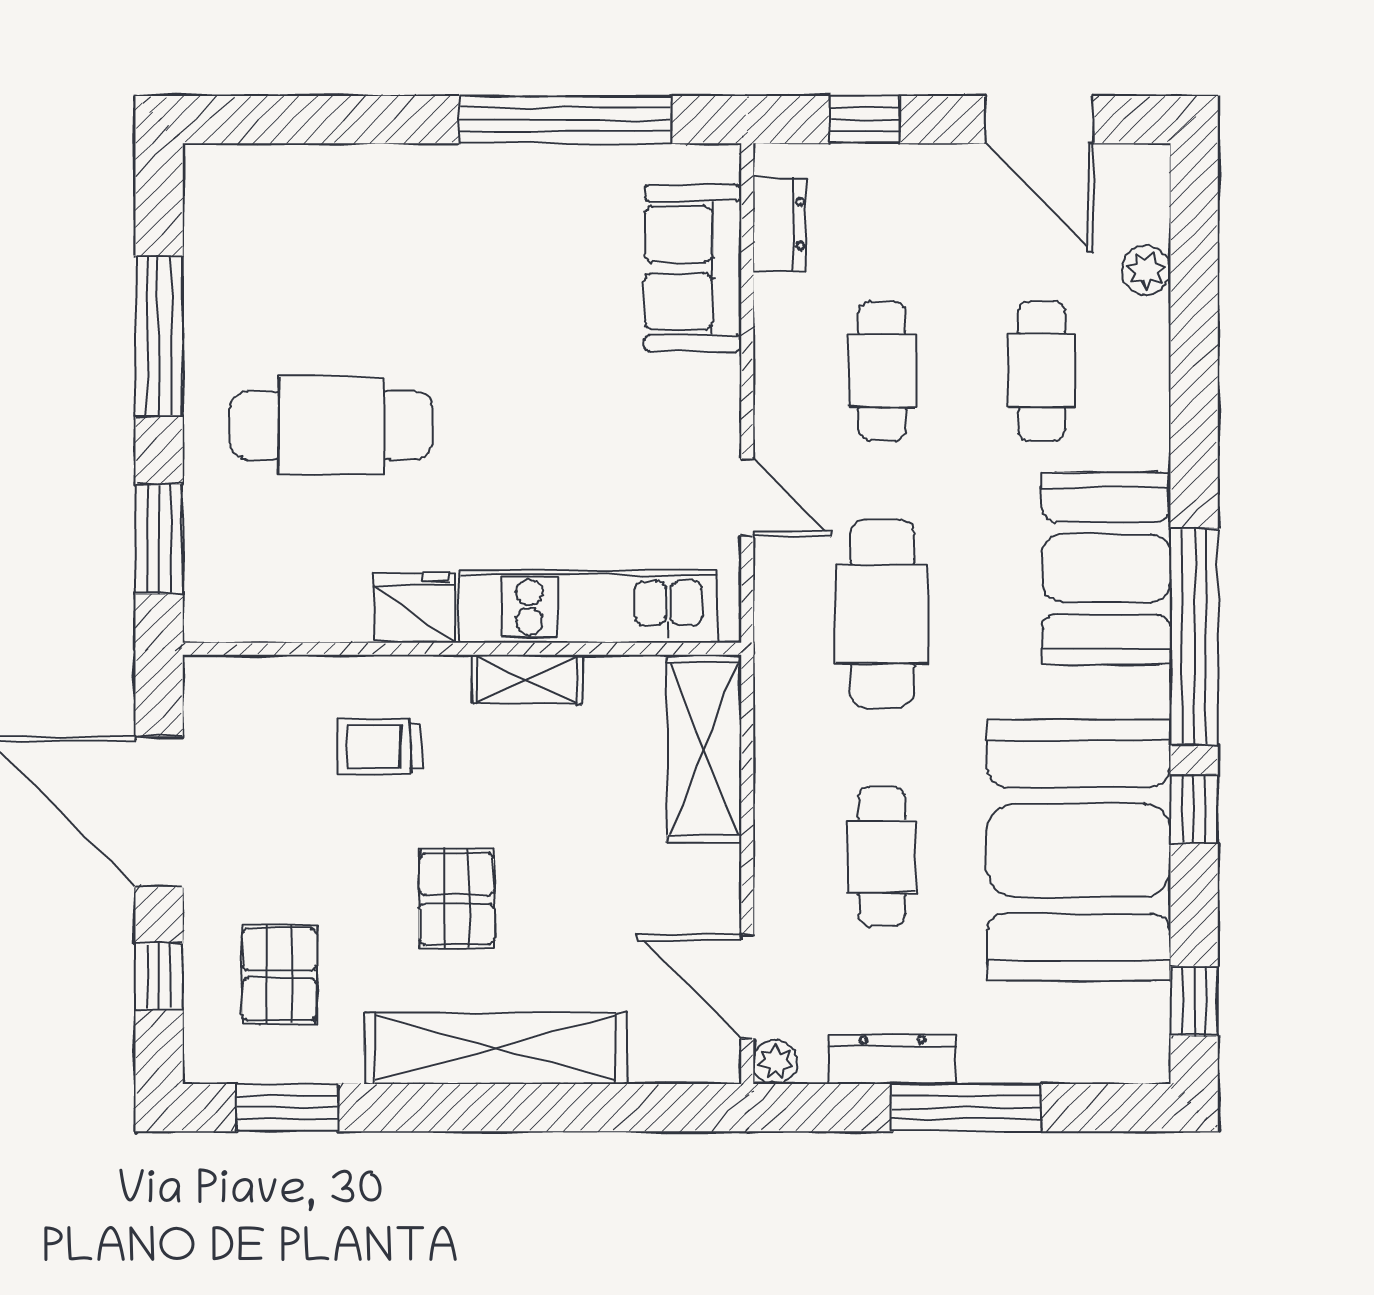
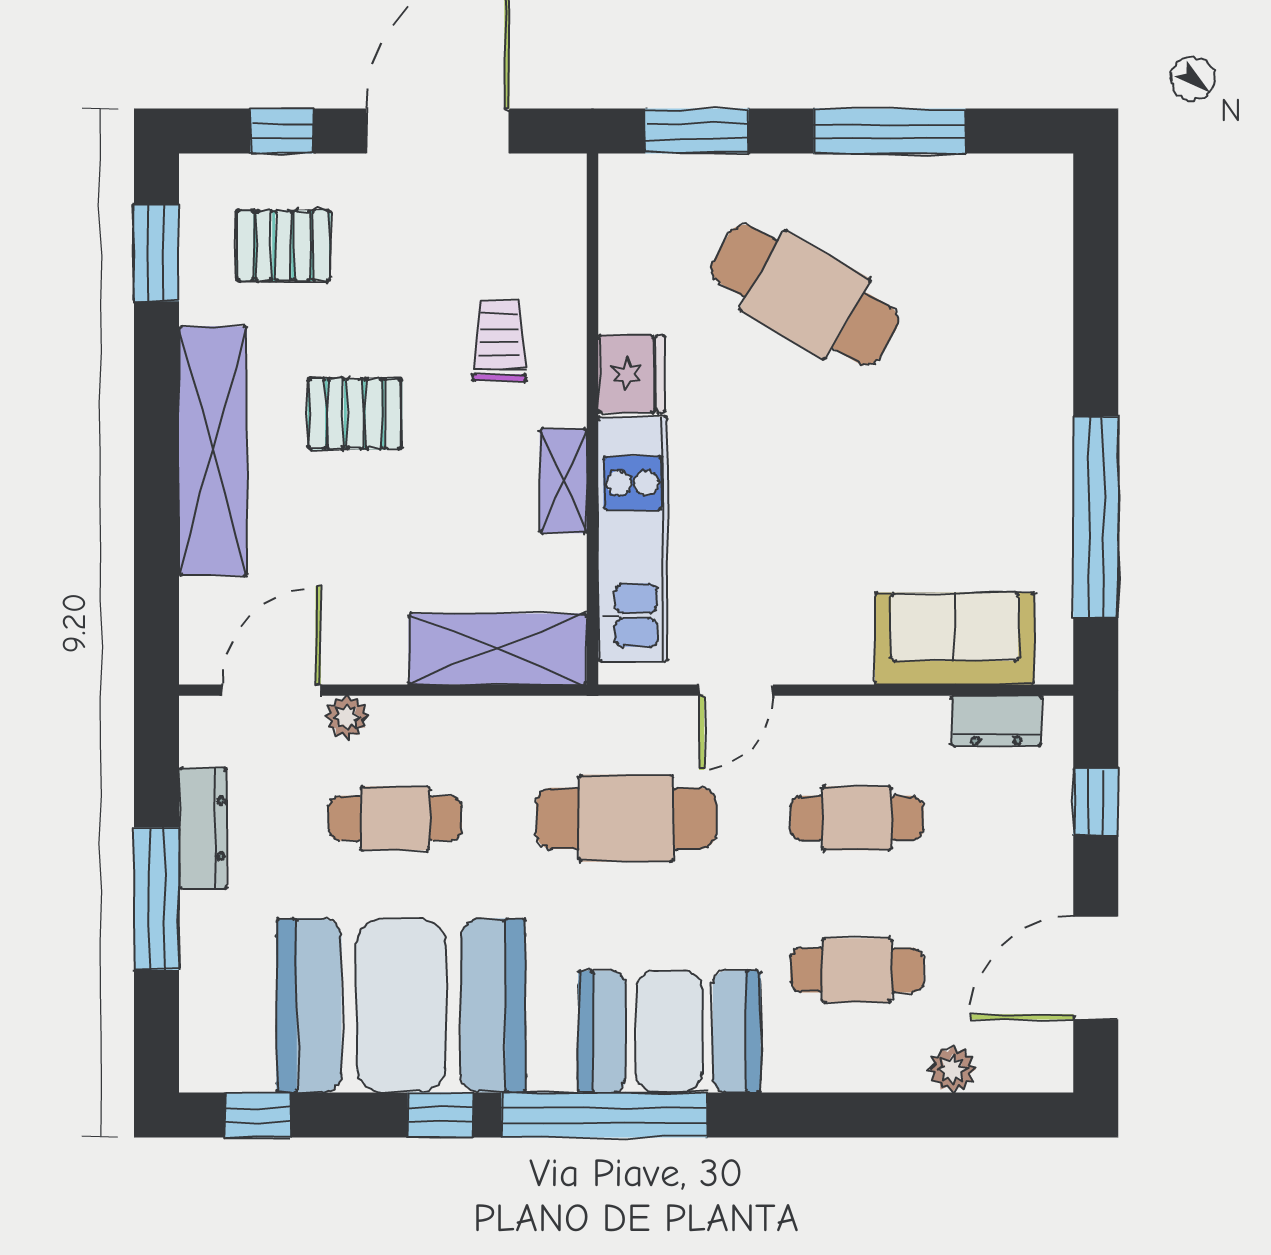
cafe table: (331, 425) -> (805, 295), turned -60
plant: (775, 1062) -> (347, 717), moved

